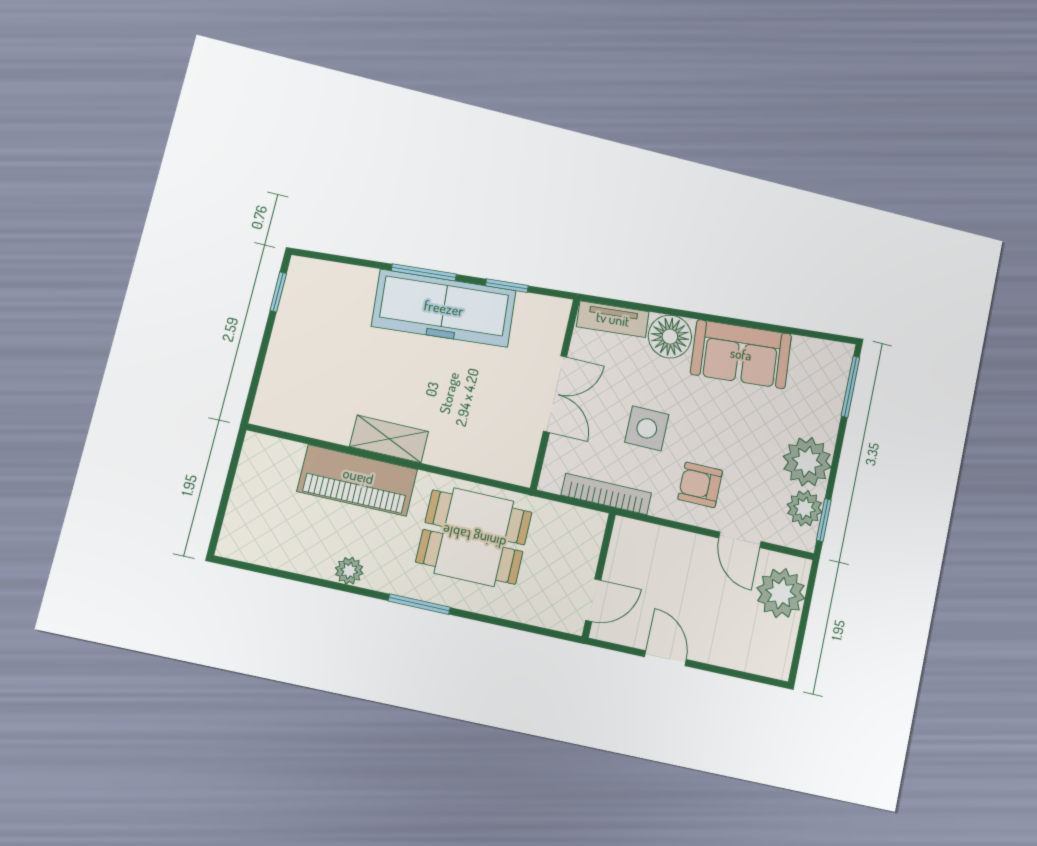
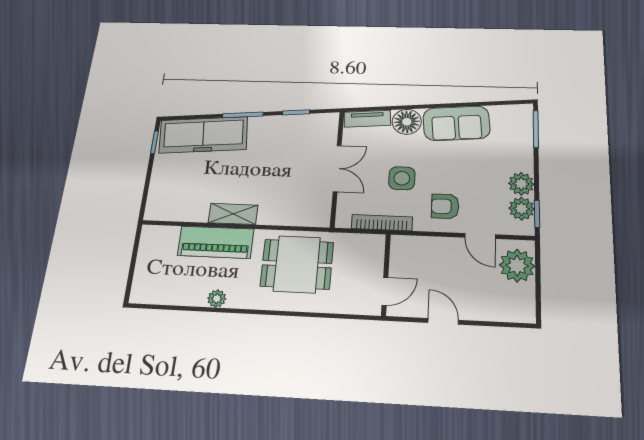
freezer: (444, 308) -> (203, 135), moved
plant: (807, 462) -> (521, 184), width x0.73, depth x0.73
window: (419, 604) -> (266, 312), removed

